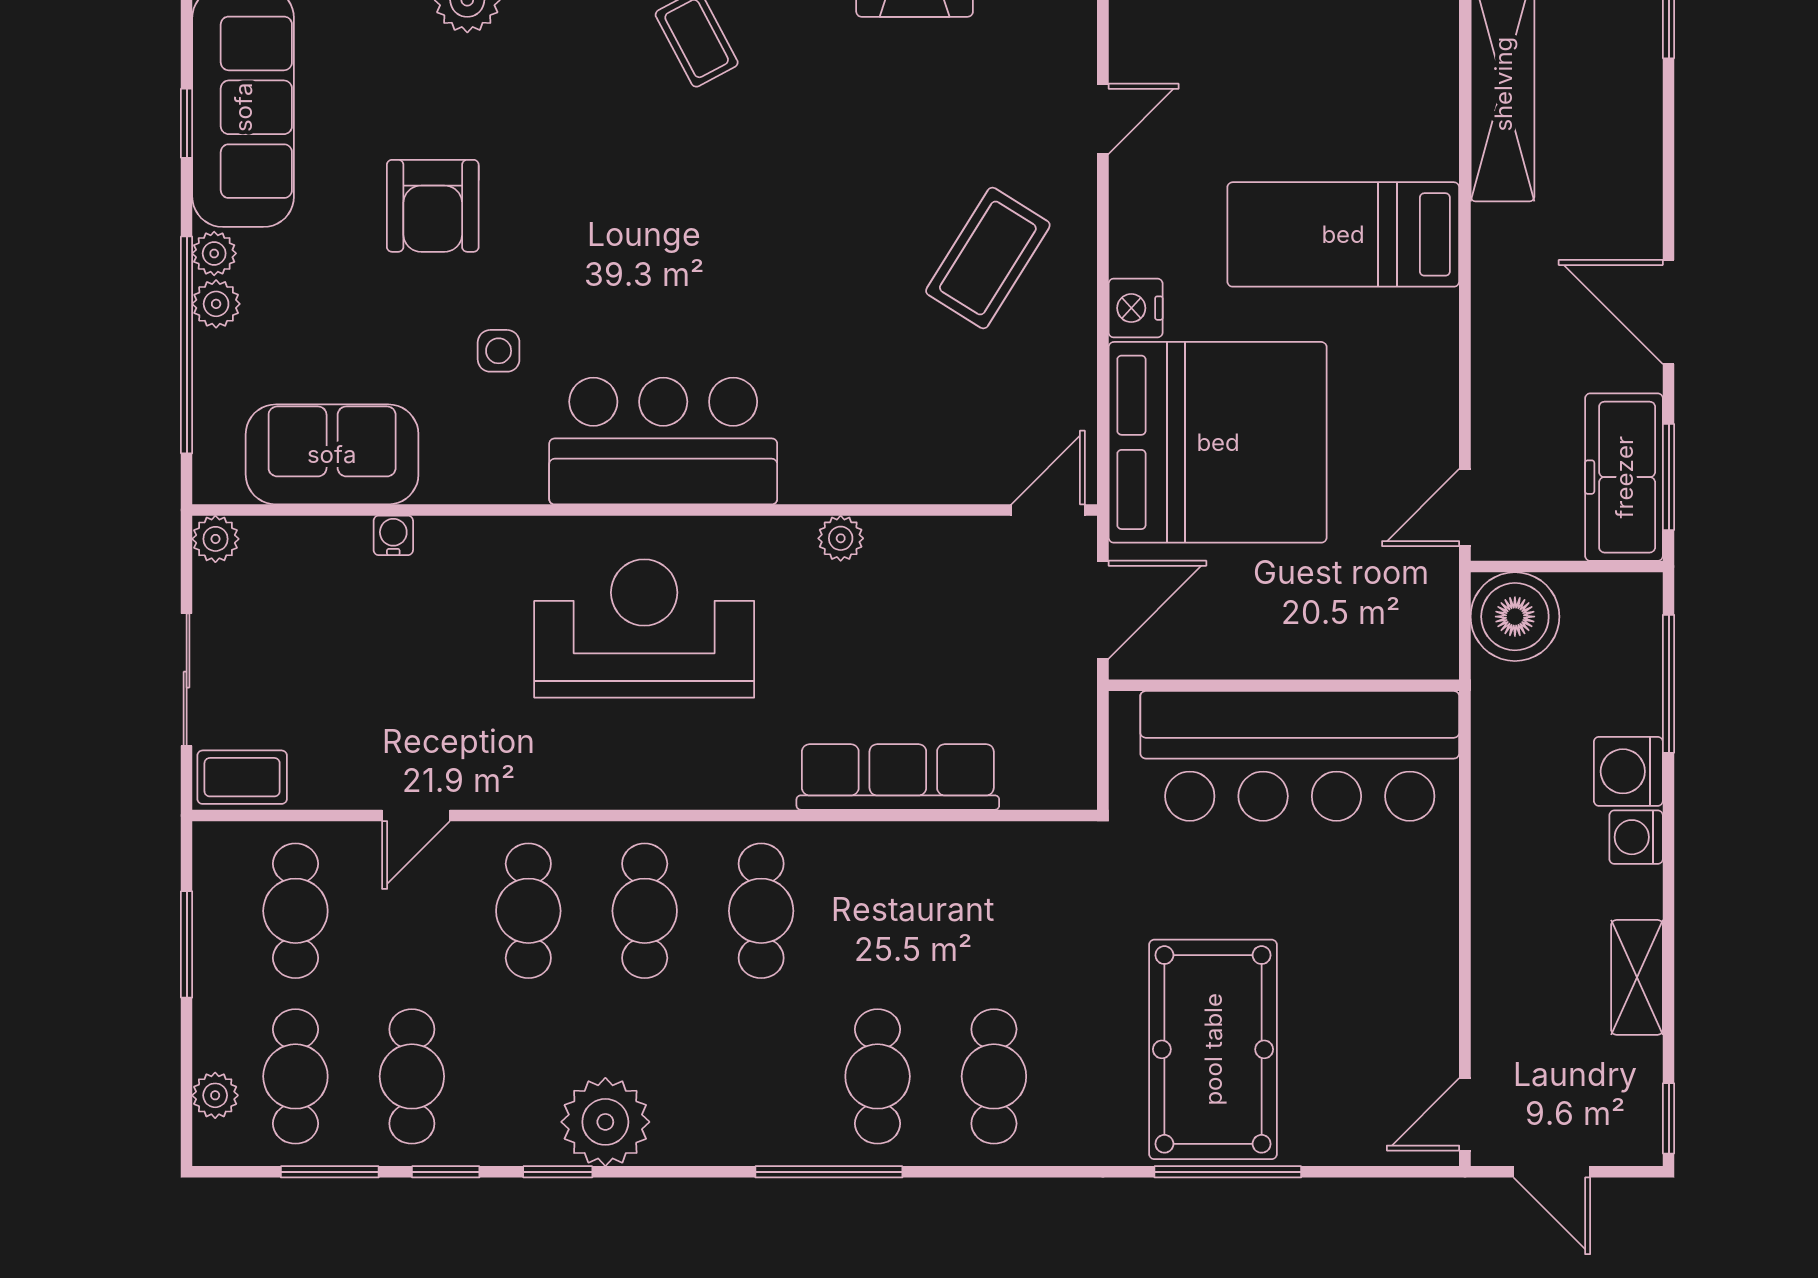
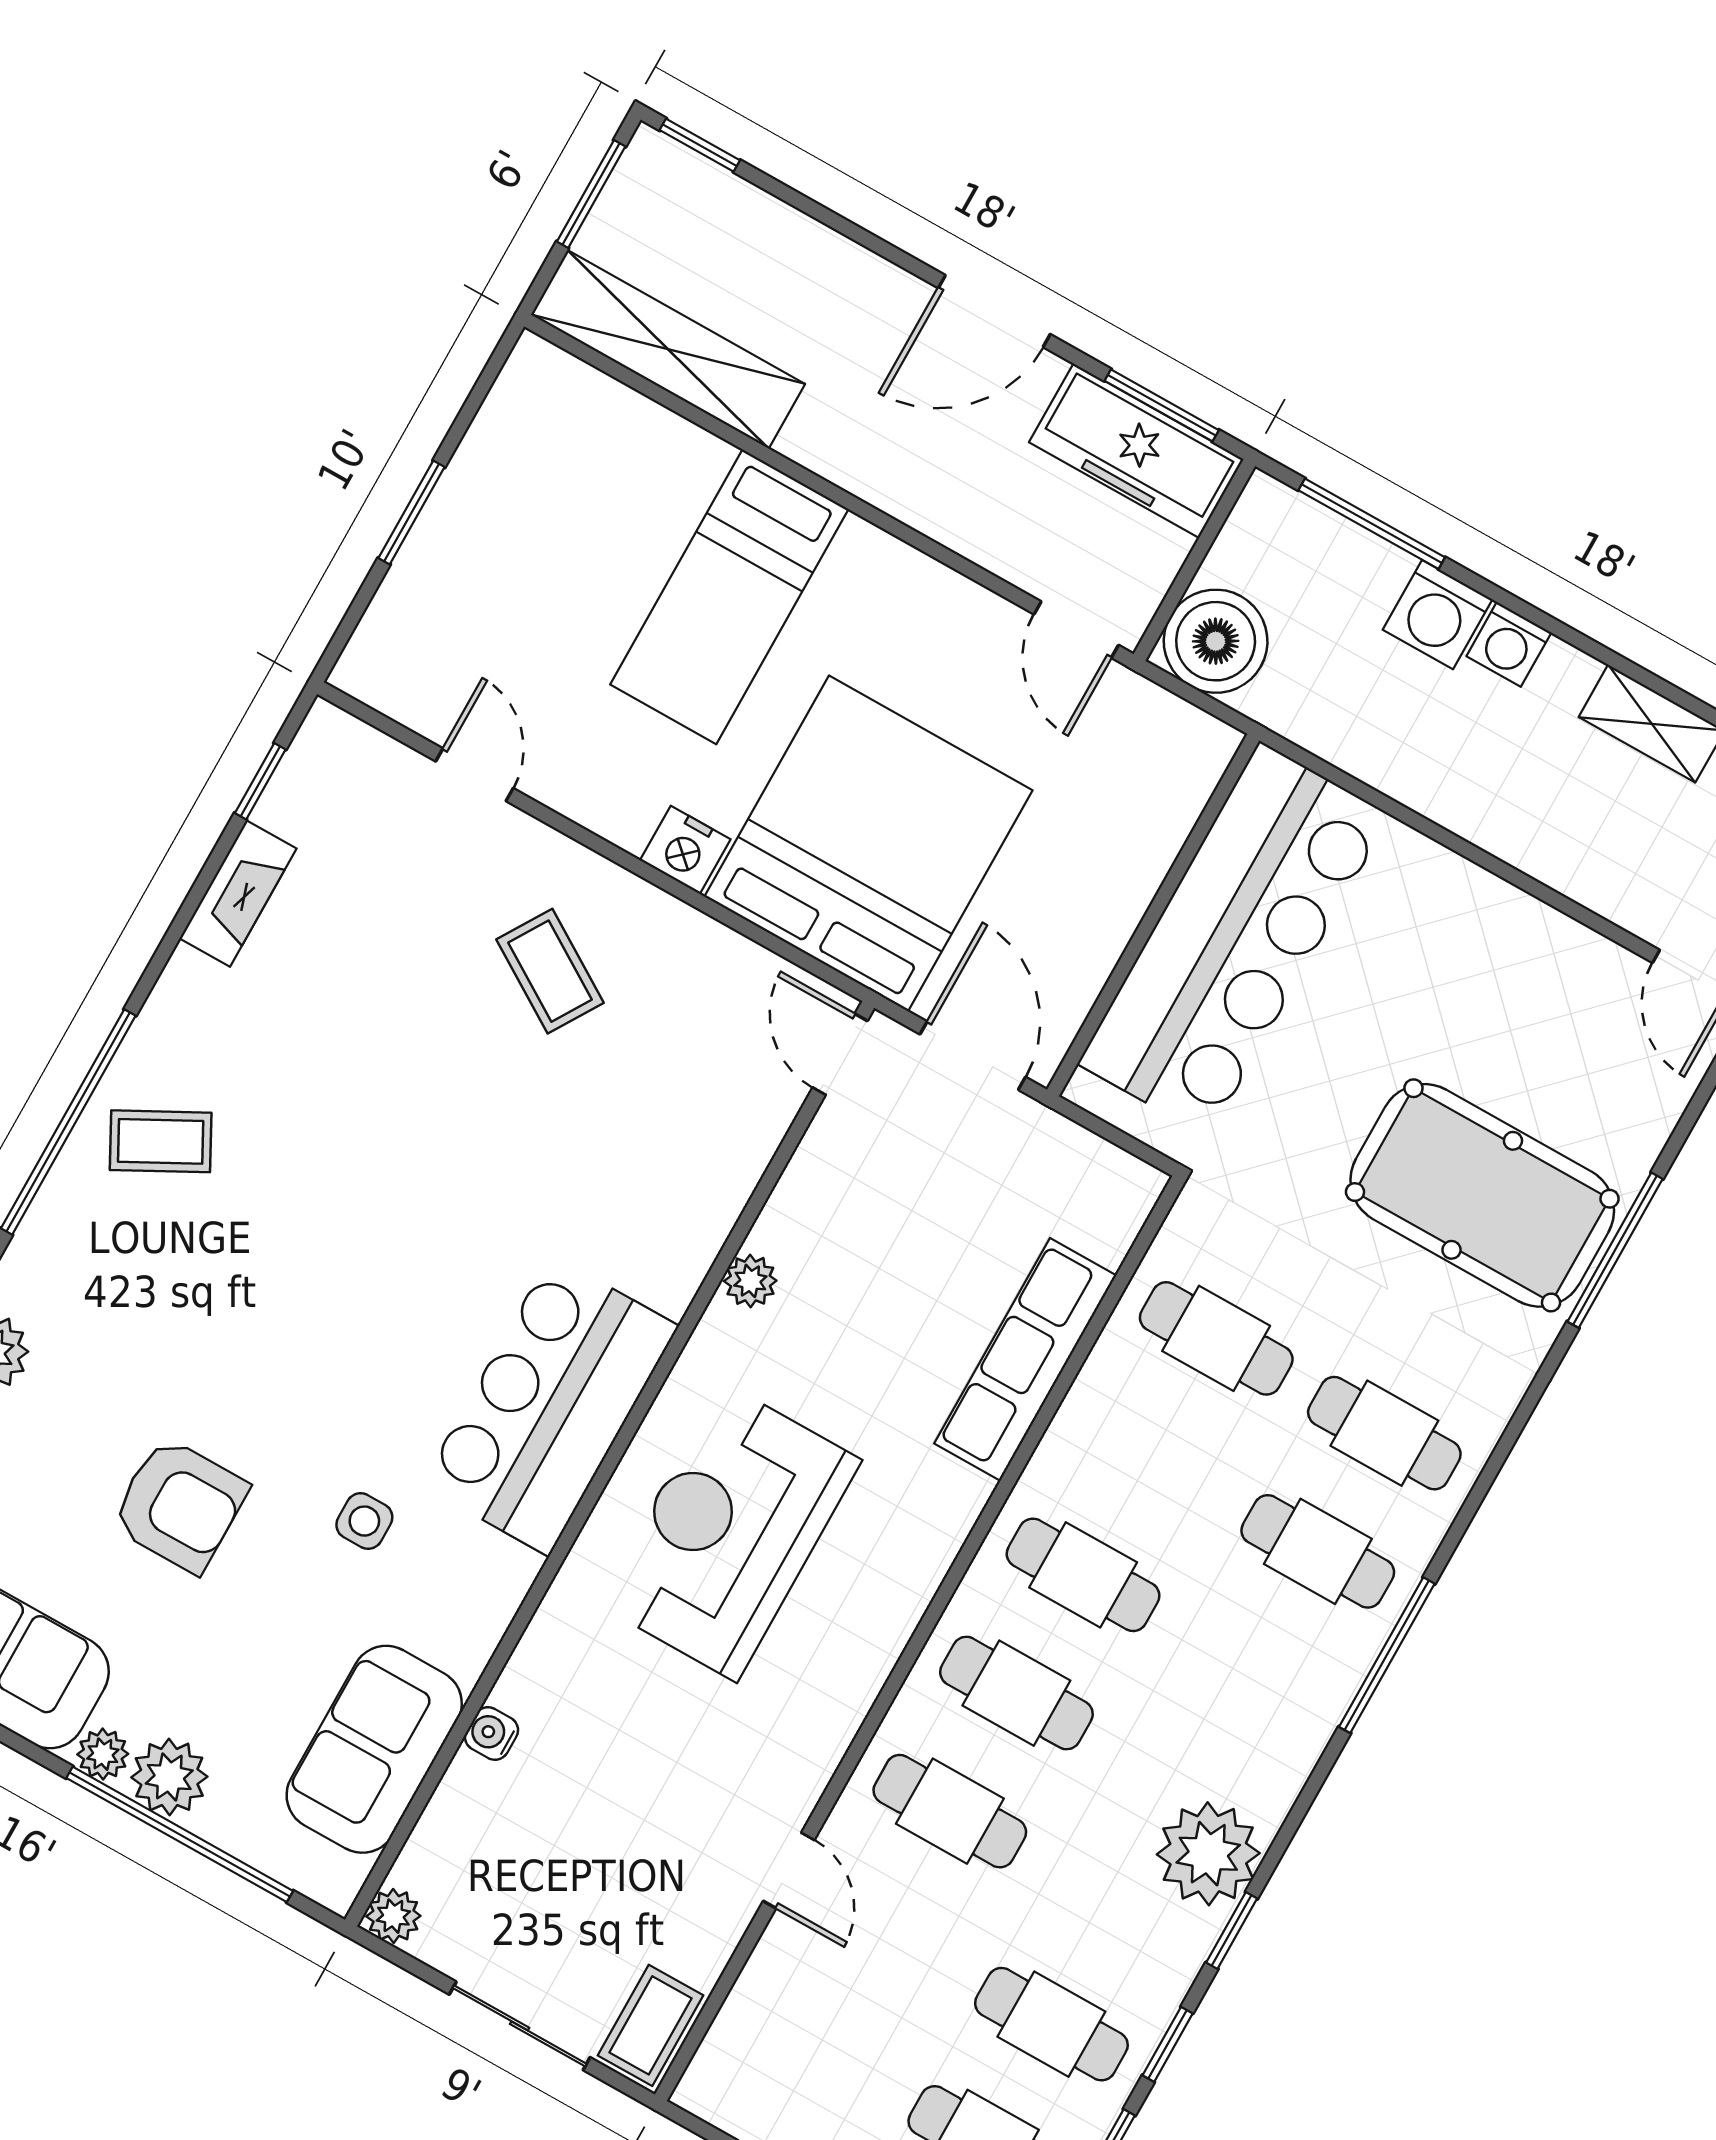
coffee table: (988, 258) -> (550, 971), width x0.73, depth x0.77
plant: (216, 304) -> (169, 1777), width x1.38, depth x1.38
cafe table: (295, 911) -> (1216, 1338), moved

